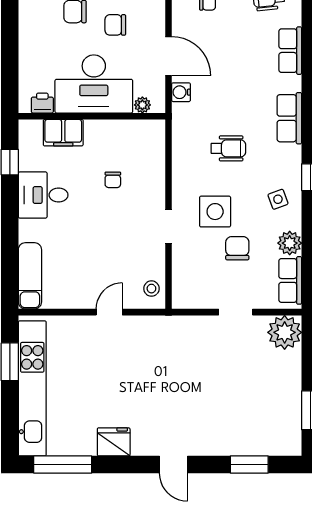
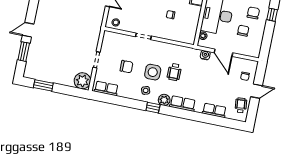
door: (168, 56) -> (223, 53), hinge flipped
side table: (215, 212) -> (153, 72), moved
plant: (290, 243) -> (164, 100), moved
door: (173, 464) -> (28, 30), moved

